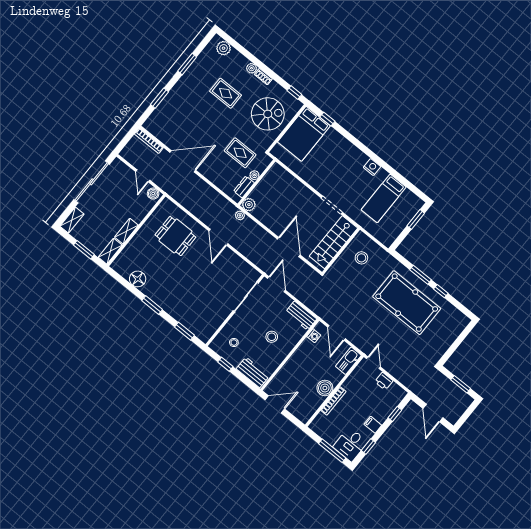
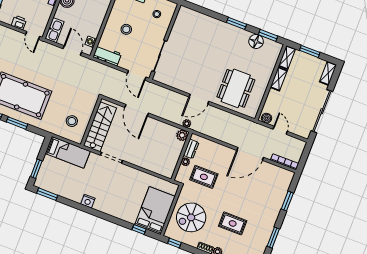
window: (413, 189) -> (47, 194), added
bed: (384, 198) -> (68, 152), moved, turned 90
dining table: (175, 236) -> (236, 88), width x1.38
door: (218, 237) -> (199, 99), swing flipped
window: (184, 331) -> (268, 35), moved

